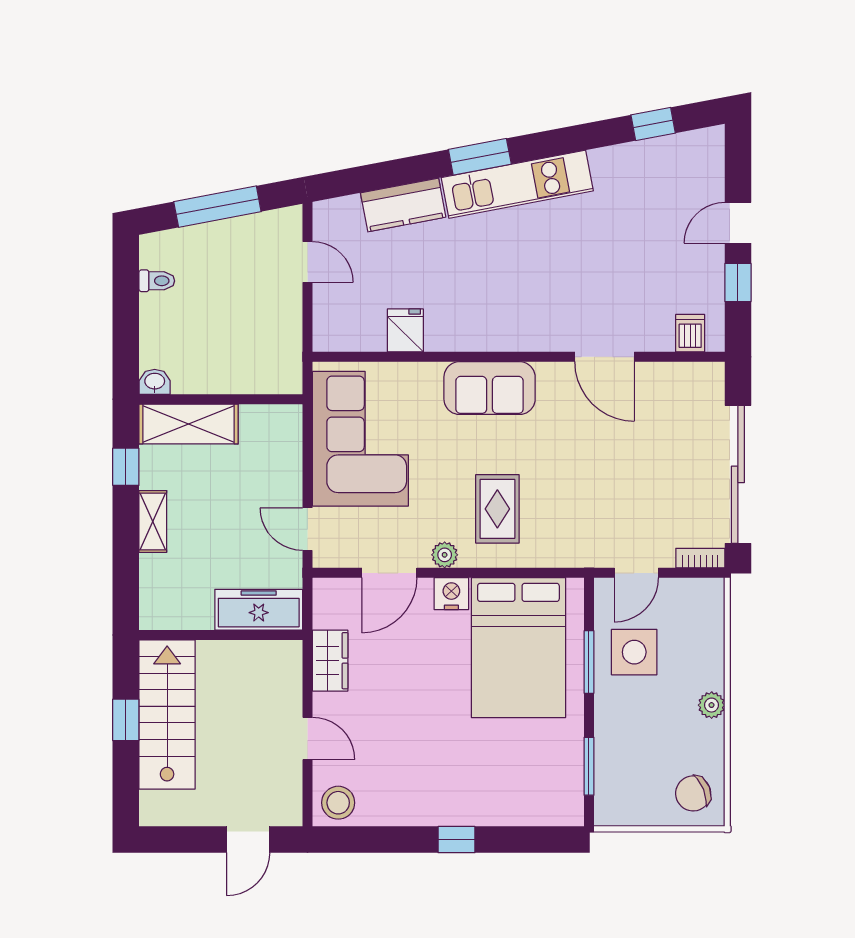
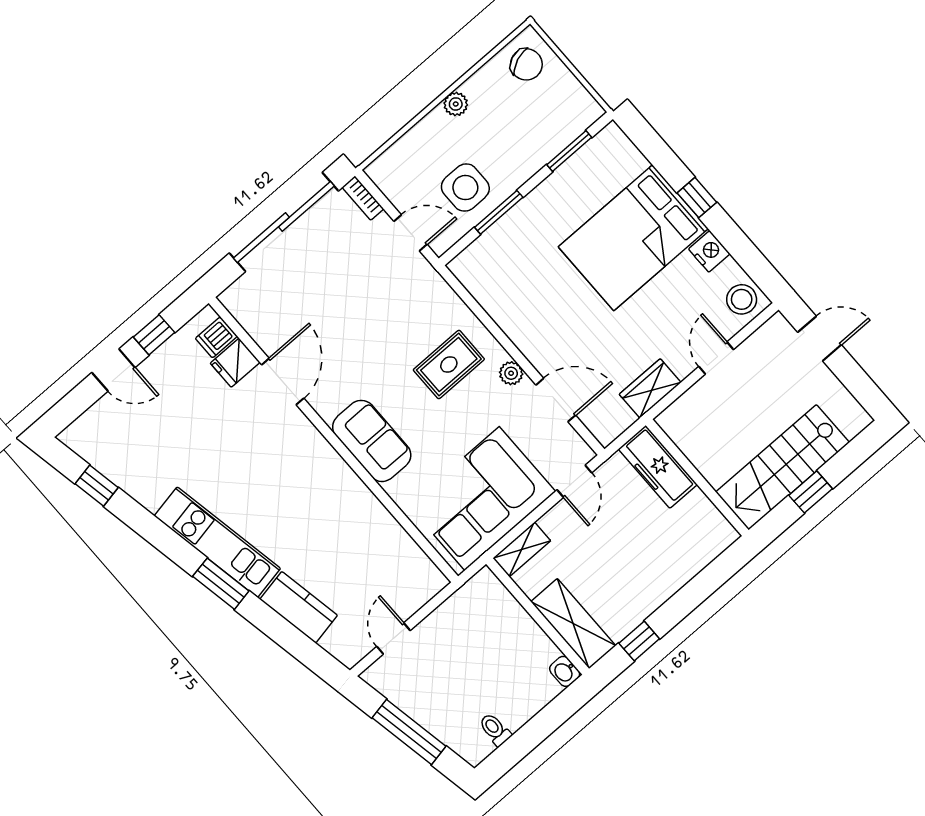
fridge: (405, 330) -> (235, 363), moved
shelving: (153, 521) -> (522, 549), moved
nightstand: (451, 594) -> (709, 251), moved, turned 180
bed: (518, 648) -> (633, 238), moved, turned 180

